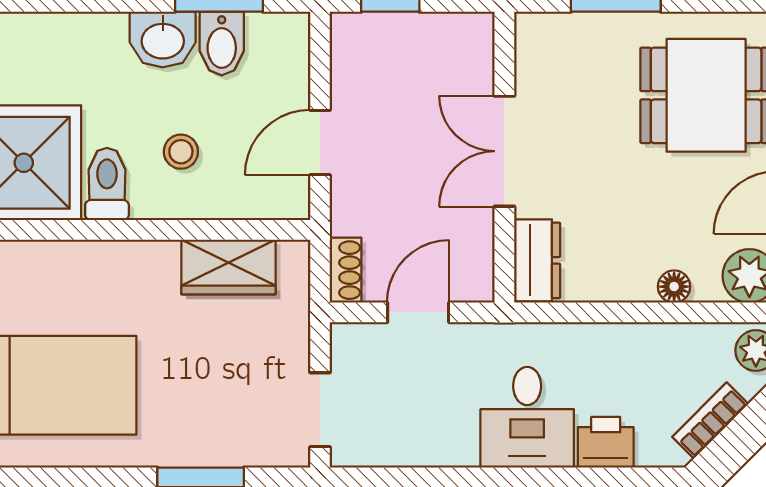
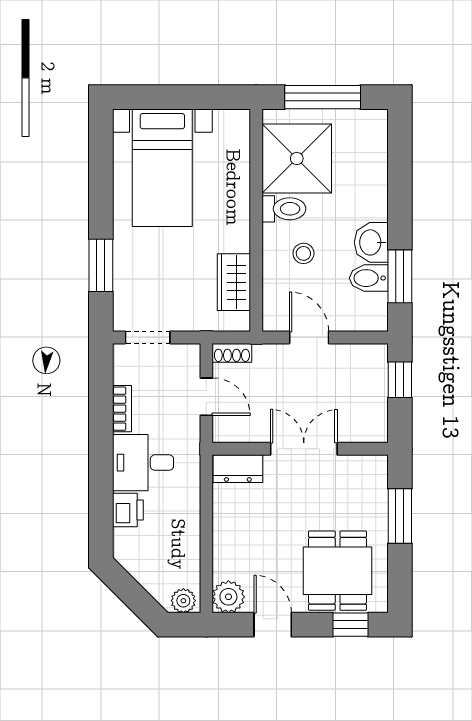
floor lamp: (674, 287) -> (222, 551), removed
bookcase: (710, 420) -> (122, 409), moved, turned 45

